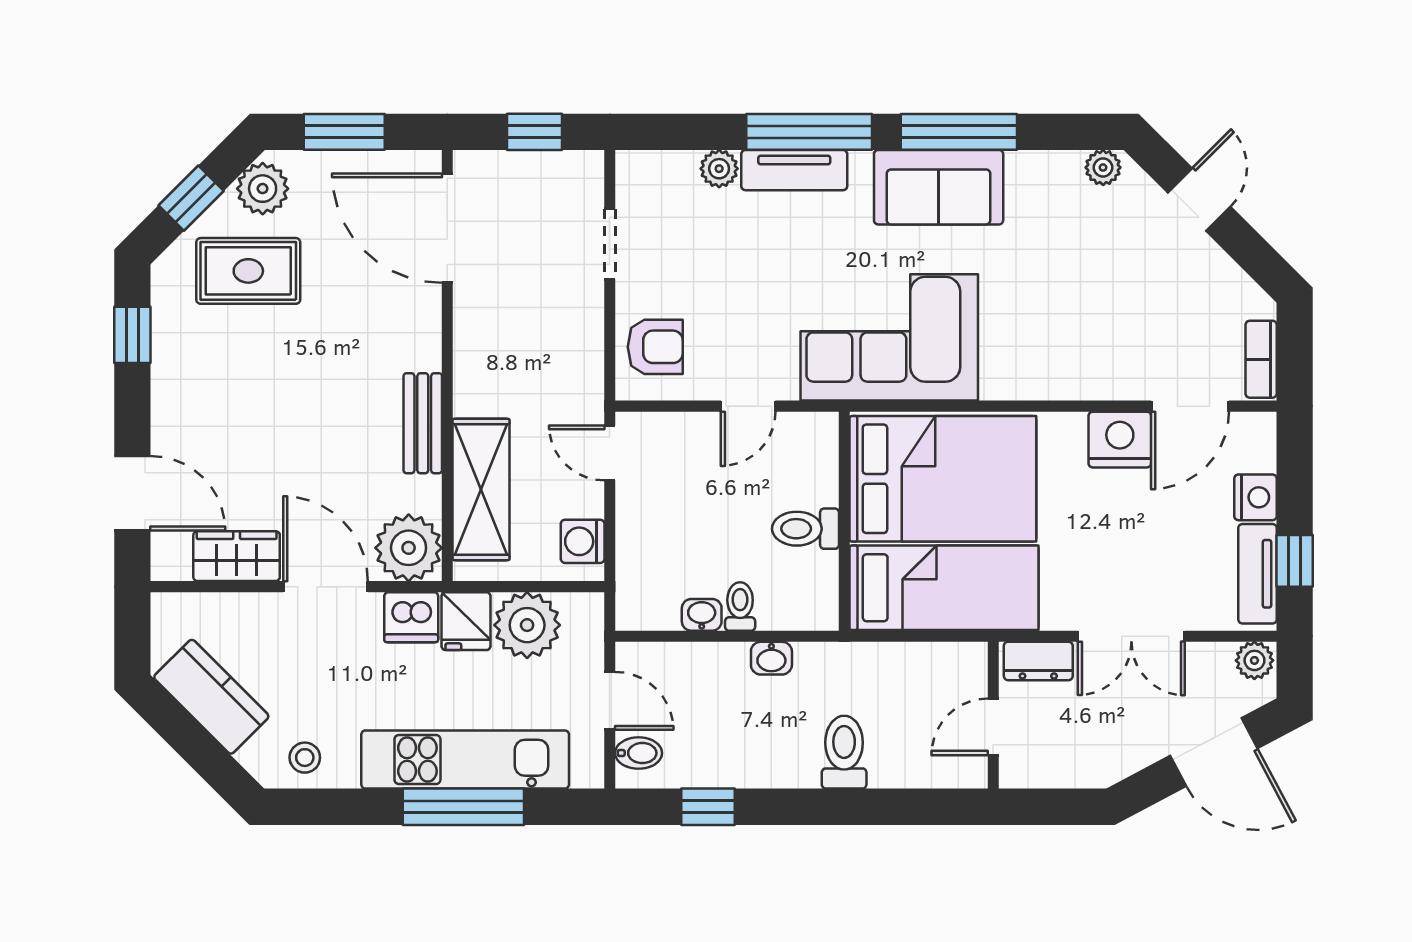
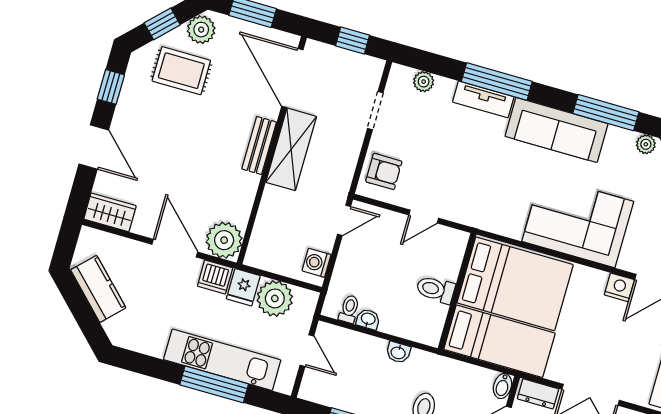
window: (959, 132) -> (606, 113), moved
plant: (719, 169) -> (424, 82), moved
sofa: (939, 187) -> (556, 130), width x1.36
corner sofa: (889, 337) -> (578, 221), moved
bench: (423, 423) -> (259, 145), moved
nightstand: (1120, 440) -> (619, 287), width x0.74, depth x0.75
door: (610, 453) -> (344, 220), swing flipped
shelving: (481, 489) -> (291, 149), moved
door: (132, 493) -> (94, 147), moved
wardrobe: (237, 556) -> (110, 212), moved
toilet: (740, 606) -> (349, 309), moved
bidet: (639, 753) -> (503, 386), moved, turned 90
stool: (305, 758) -> (138, 335), removed

